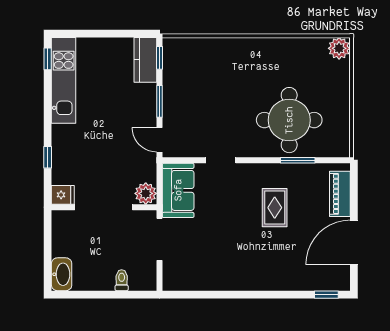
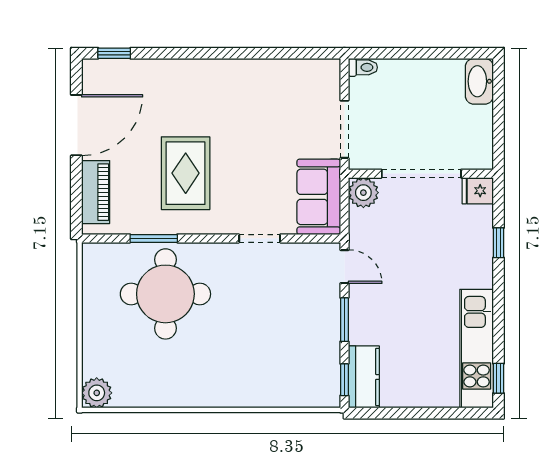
rug: (275, 208) -> (186, 173), width x1.36, depth x1.43
toilet: (122, 280) -> (363, 67), moved, turned -90

